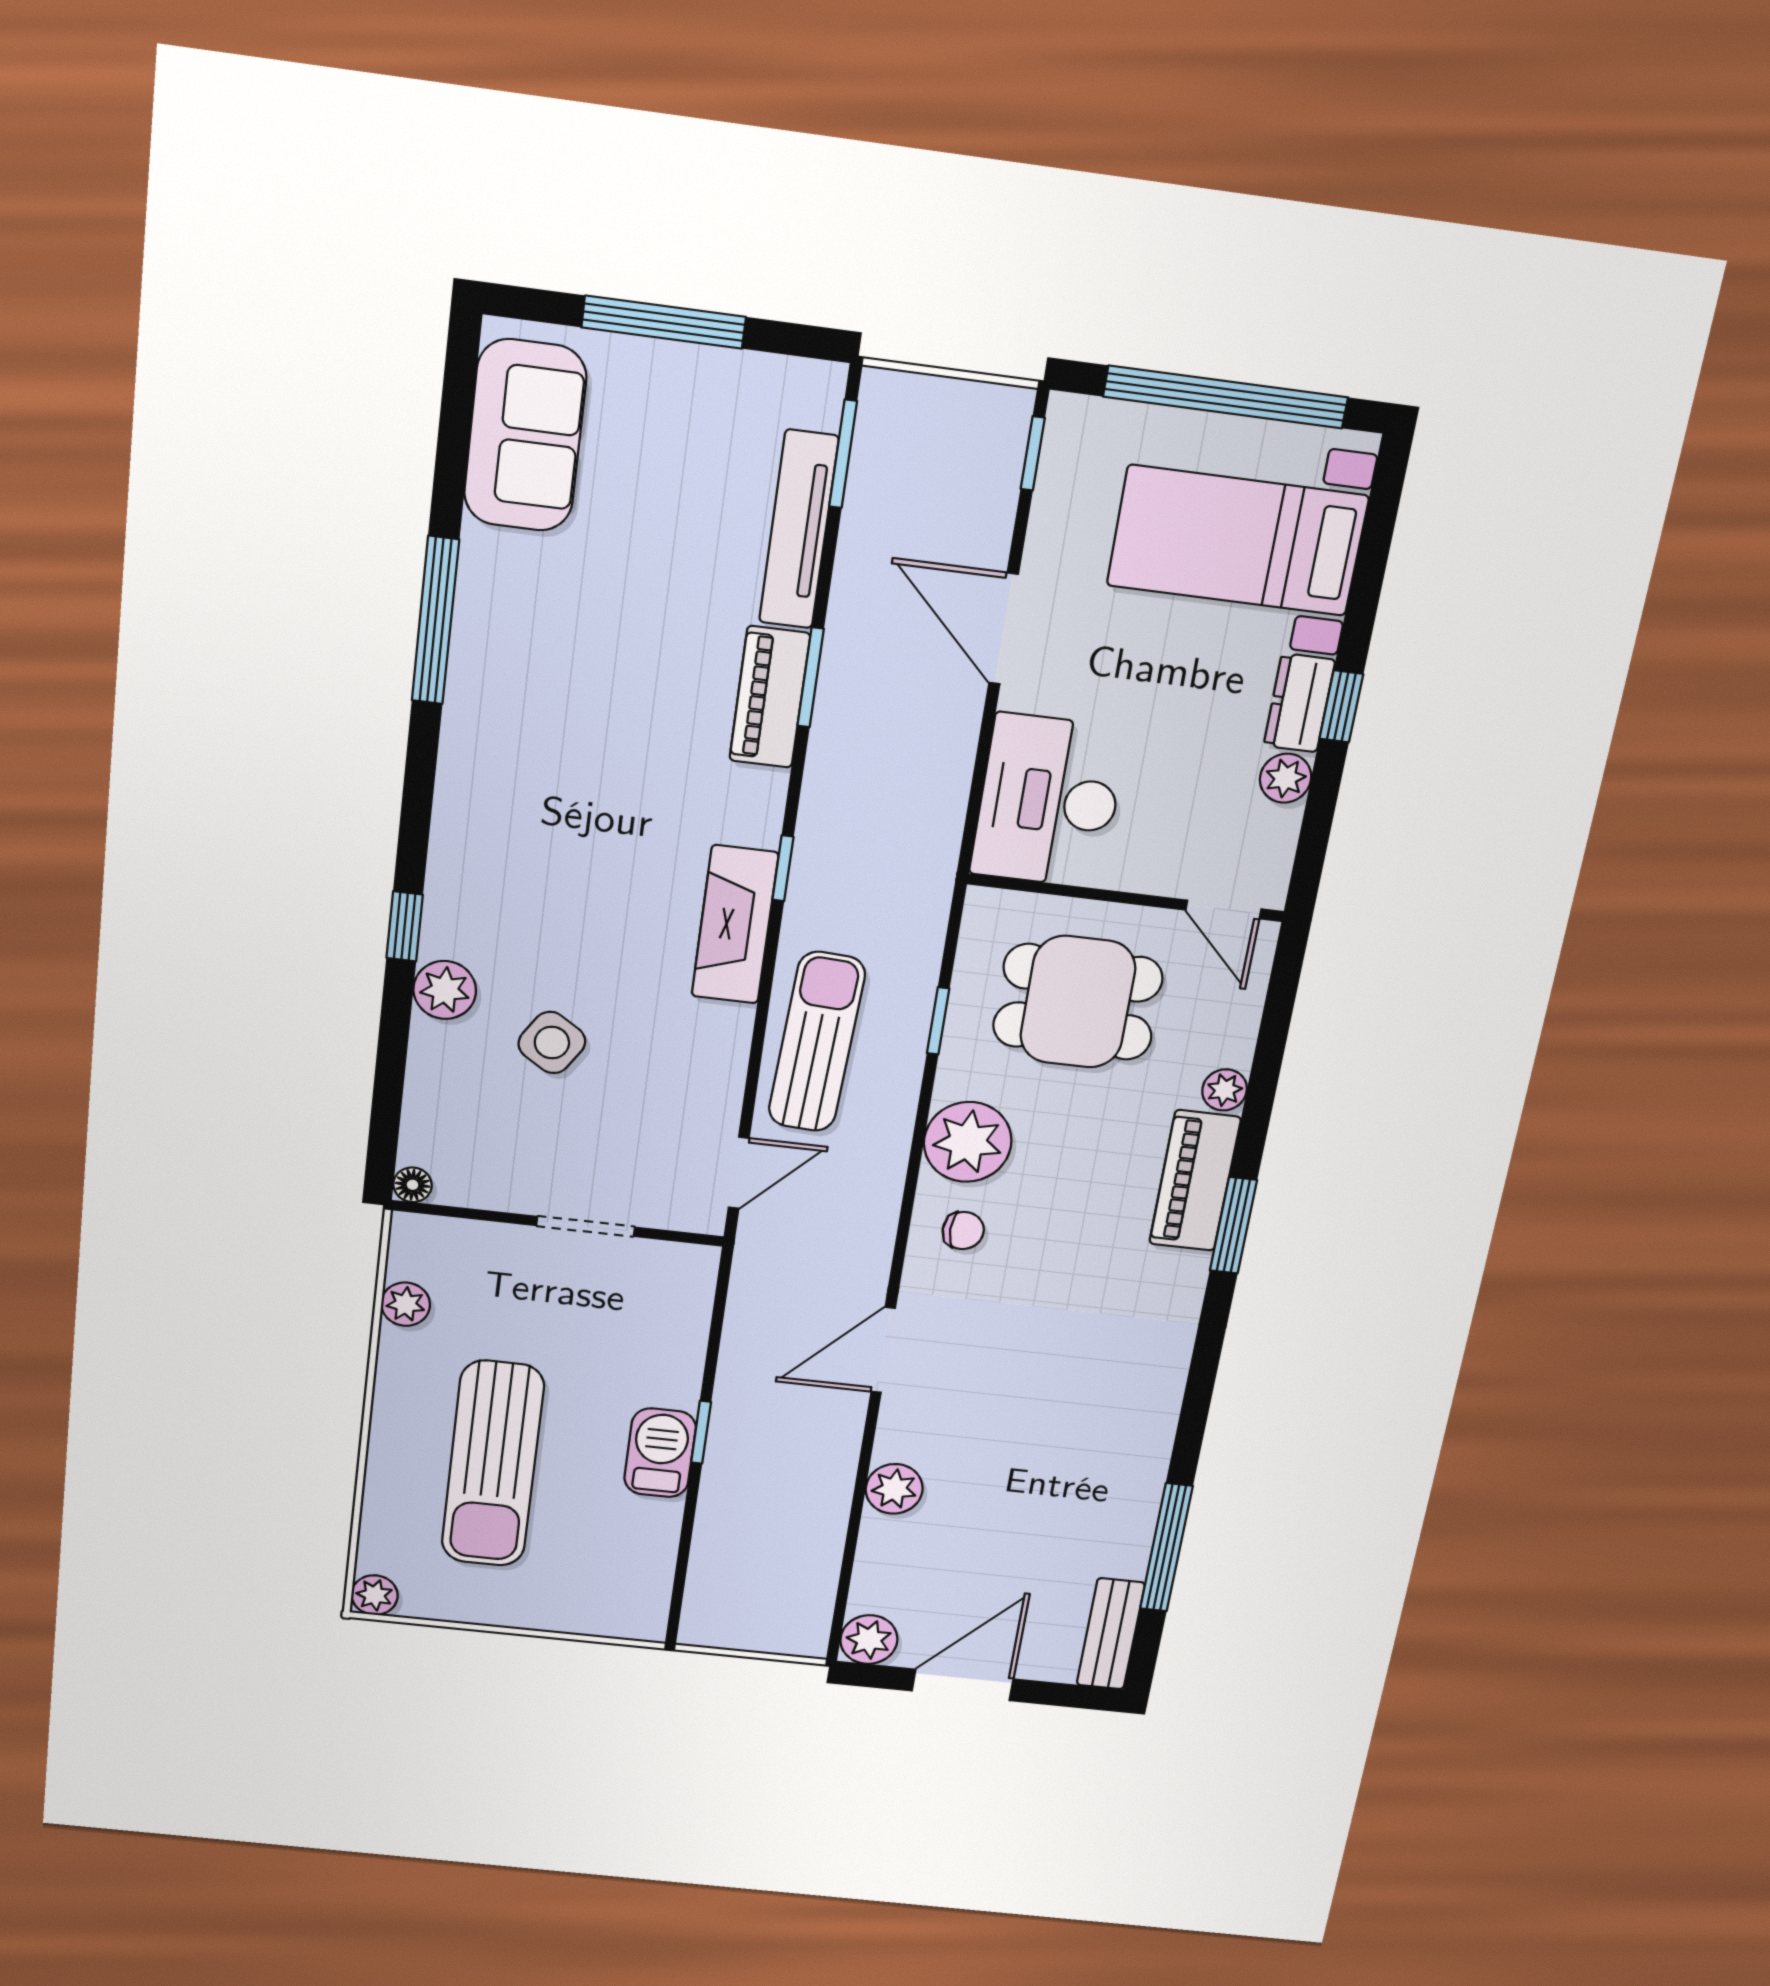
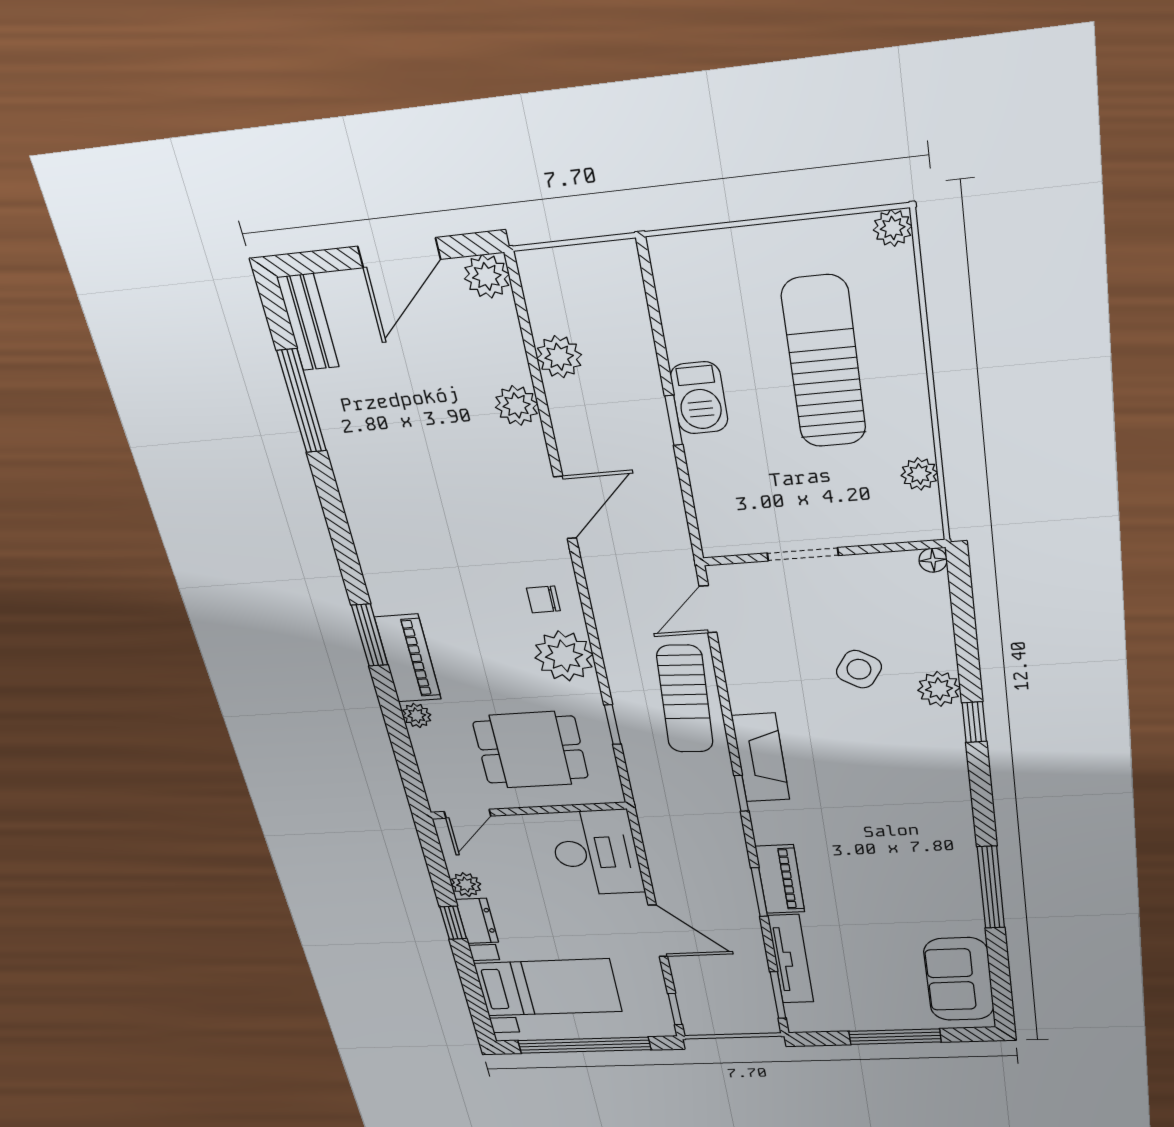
door: (1223, 909) -> (468, 814), swing flipped
plant: (817, 1535) -> (559, 357), added

